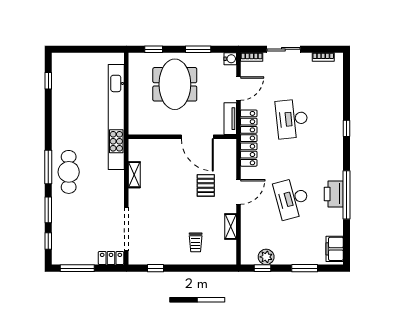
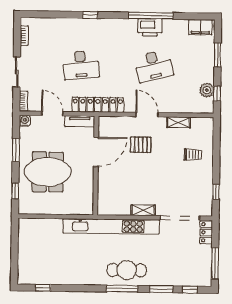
kitchen unit: (116, 117) -> (111, 226), moved
shelving: (134, 175) -> (143, 210), moved

